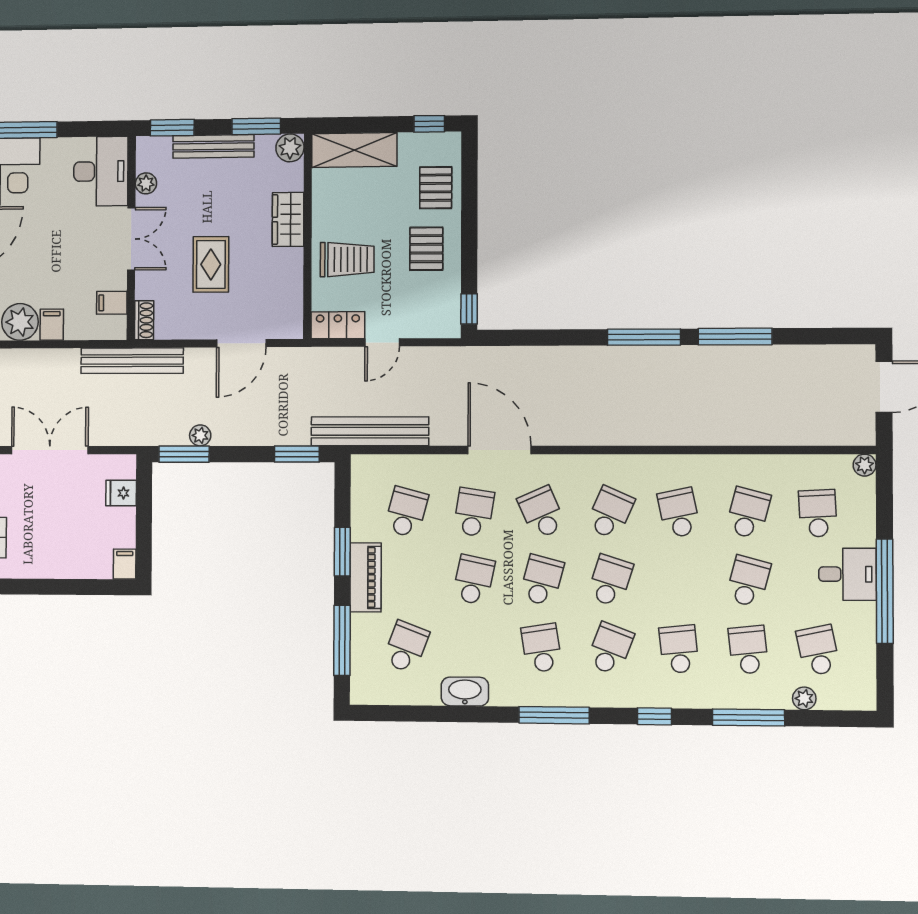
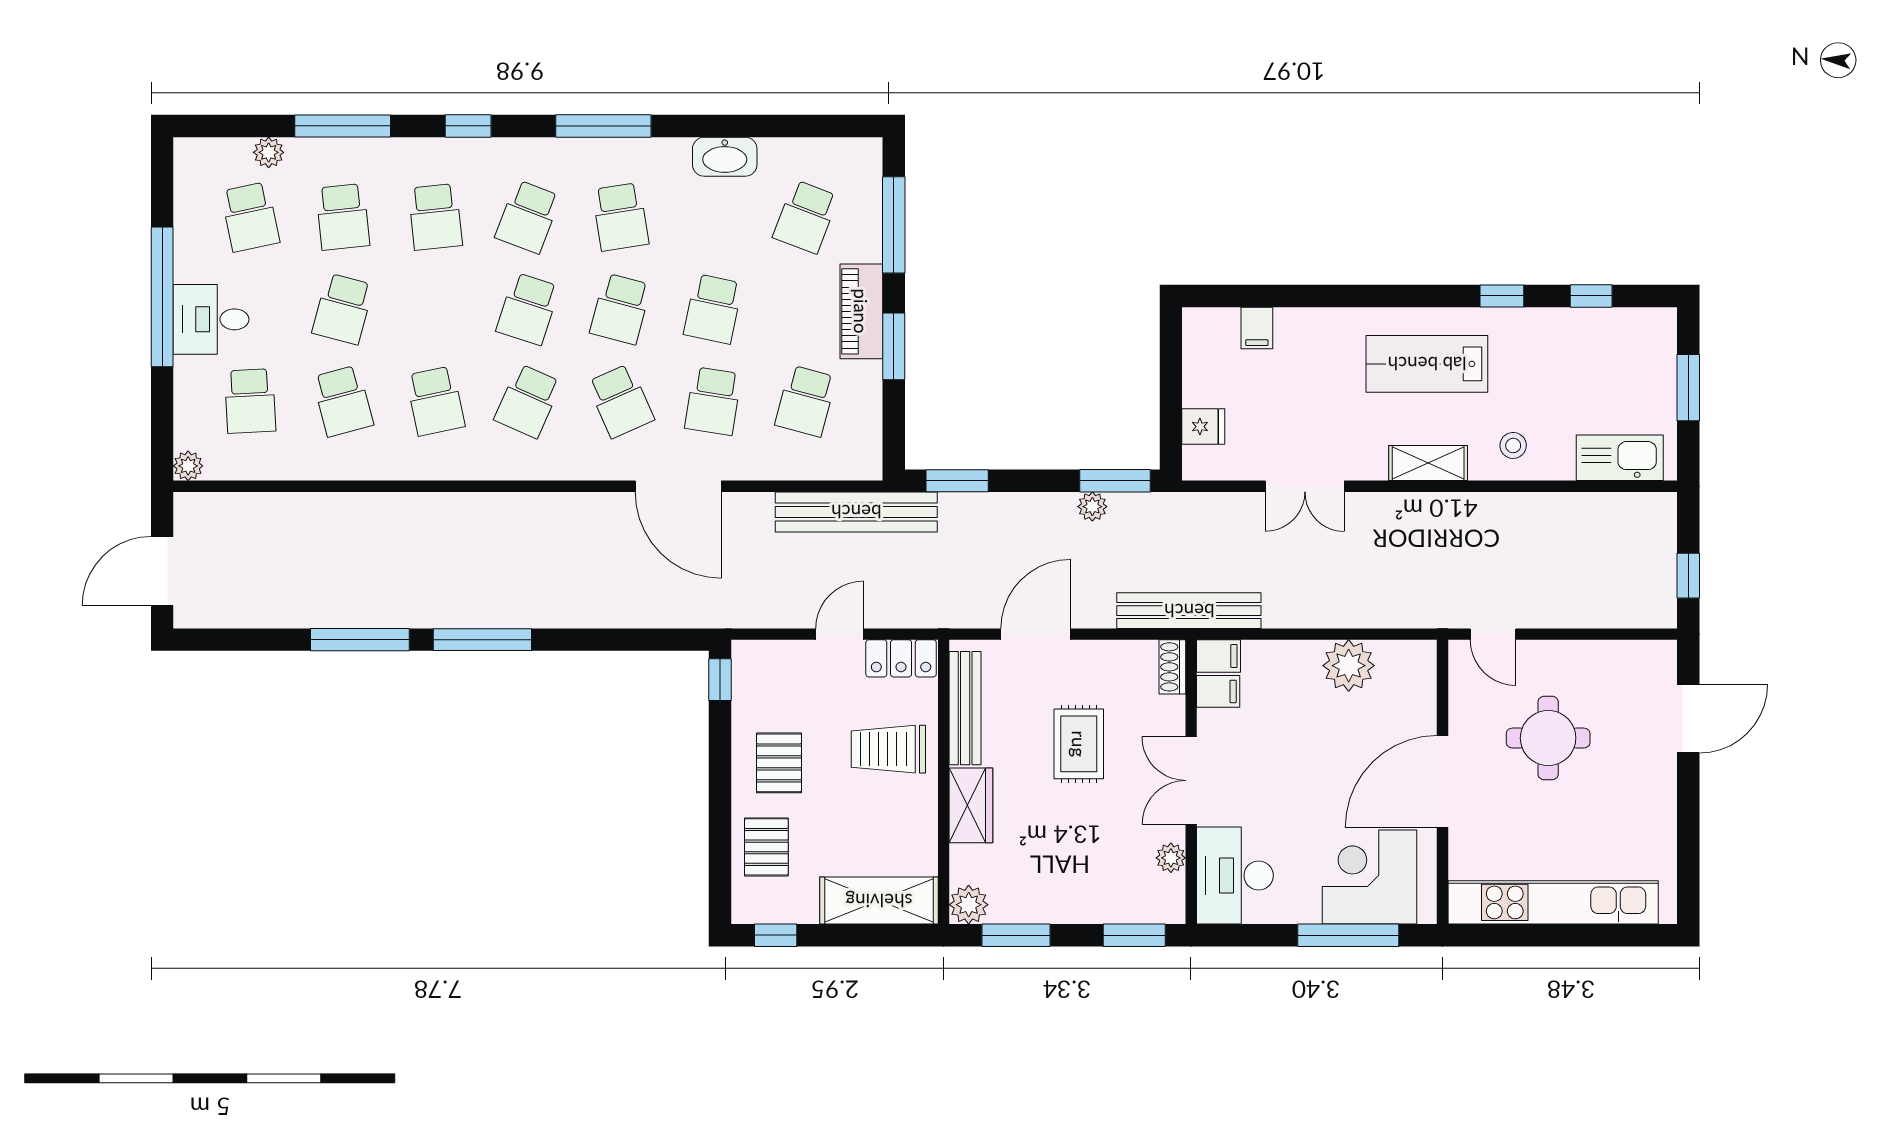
bench: (213, 146) -> (965, 708), moved, turned 90
filing cabinet: (52, 325) -> (1219, 656), moved, turned -90
double door: (50, 450) -> (1305, 486), width x0.73
school desk: (748, 513) -> (343, 401), turned -30
filing cabinet: (125, 564) -> (1257, 328), moved

